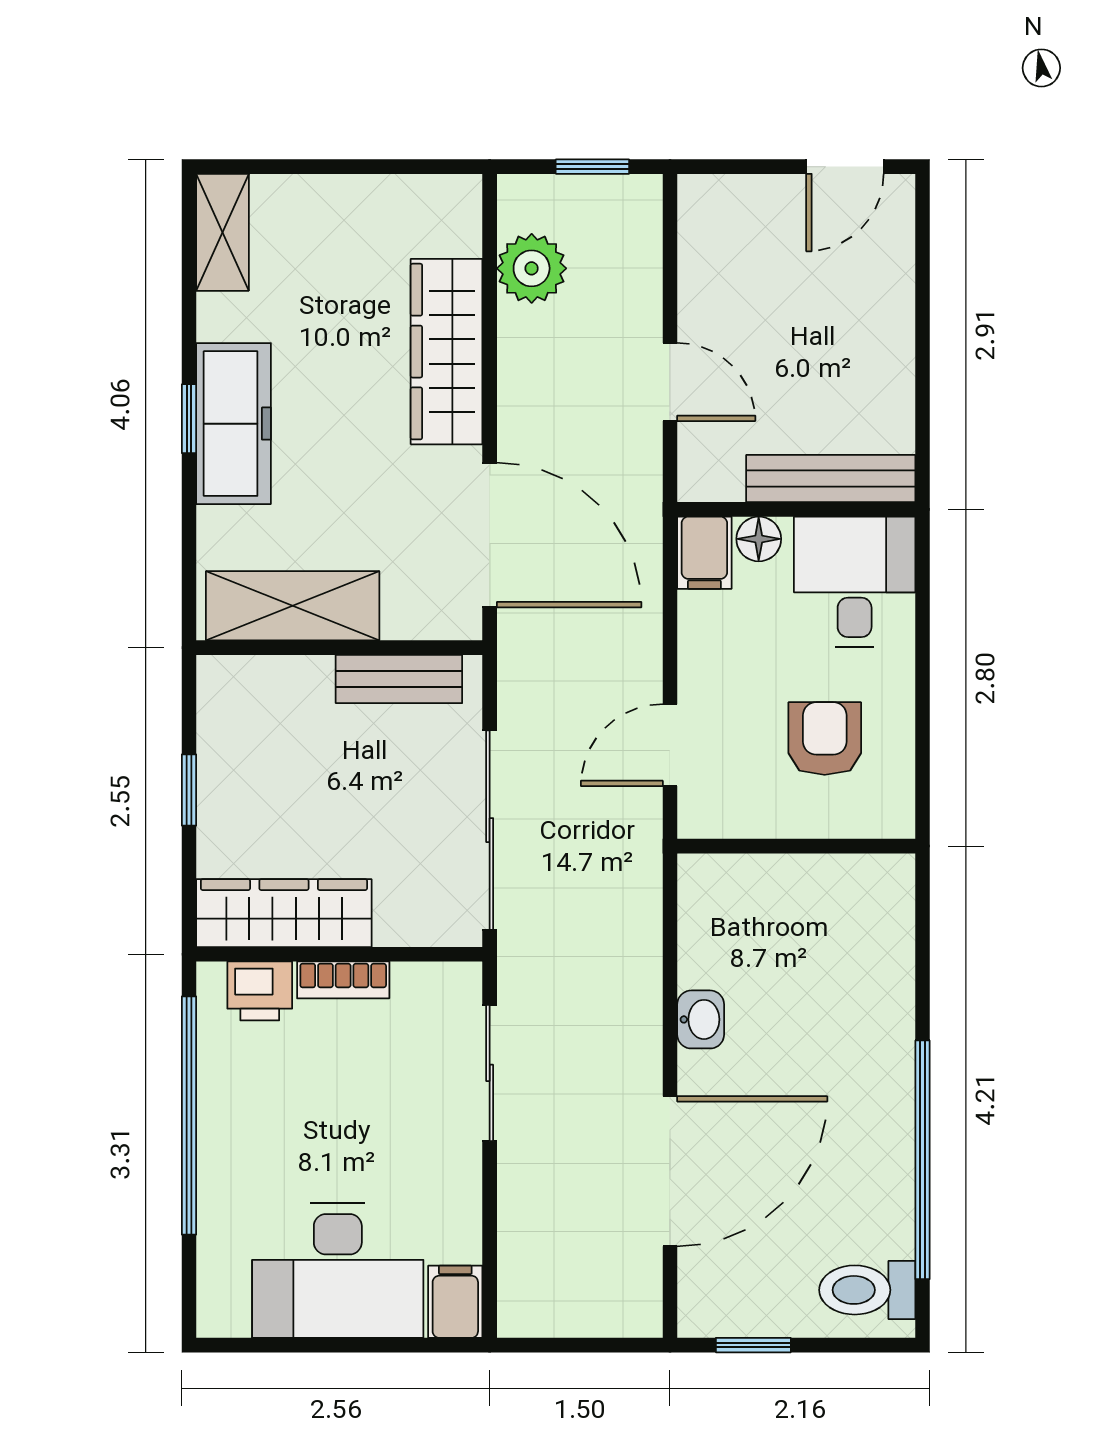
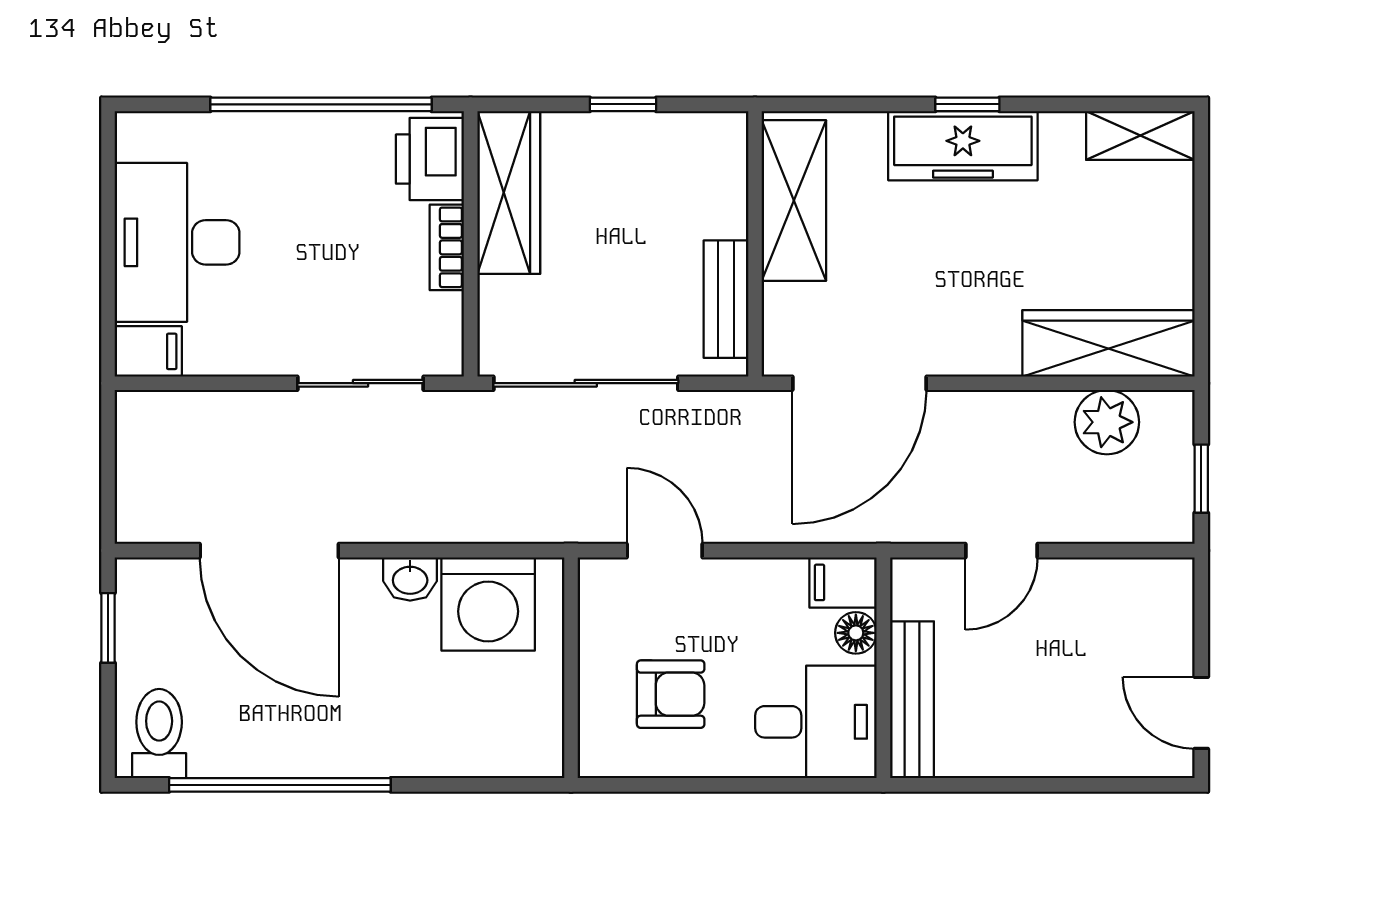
wardrobe: (447, 352) -> (1109, 343), moved
washing machine: (728, 935) -> (488, 604), added
printer: (260, 991) -> (430, 159), width x1.36, depth x1.24

